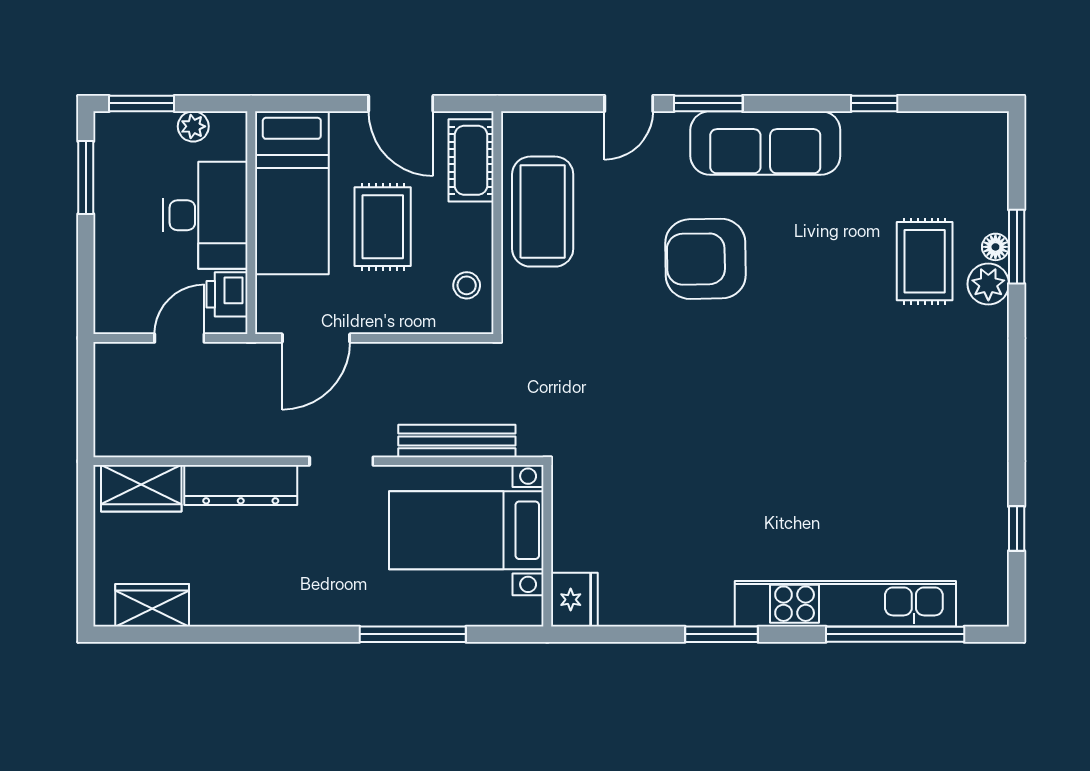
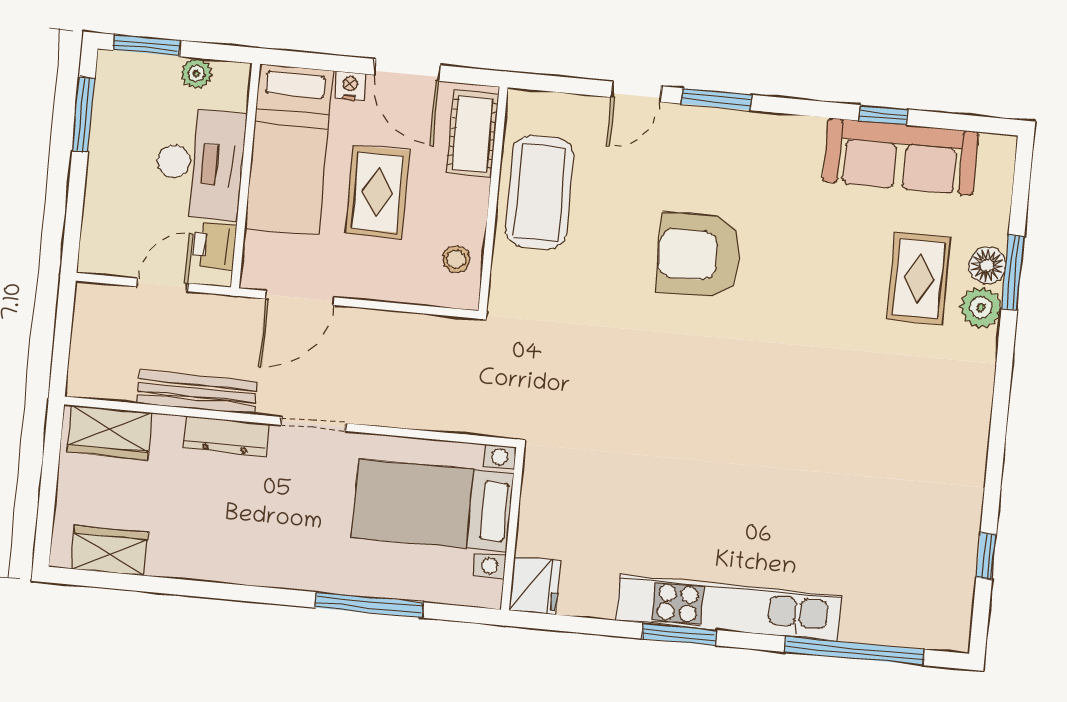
nightstand: (346, 125) -> (350, 86), added
sofa: (765, 143) -> (901, 157), moved
floor lamp: (995, 247) -> (987, 265), width x1.37, depth x1.37
bench: (457, 441) -> (197, 393), moved
dresser: (241, 485) -> (226, 436), width x0.73, depth x0.80
kitchen unit: (845, 604) -> (729, 608), moved

